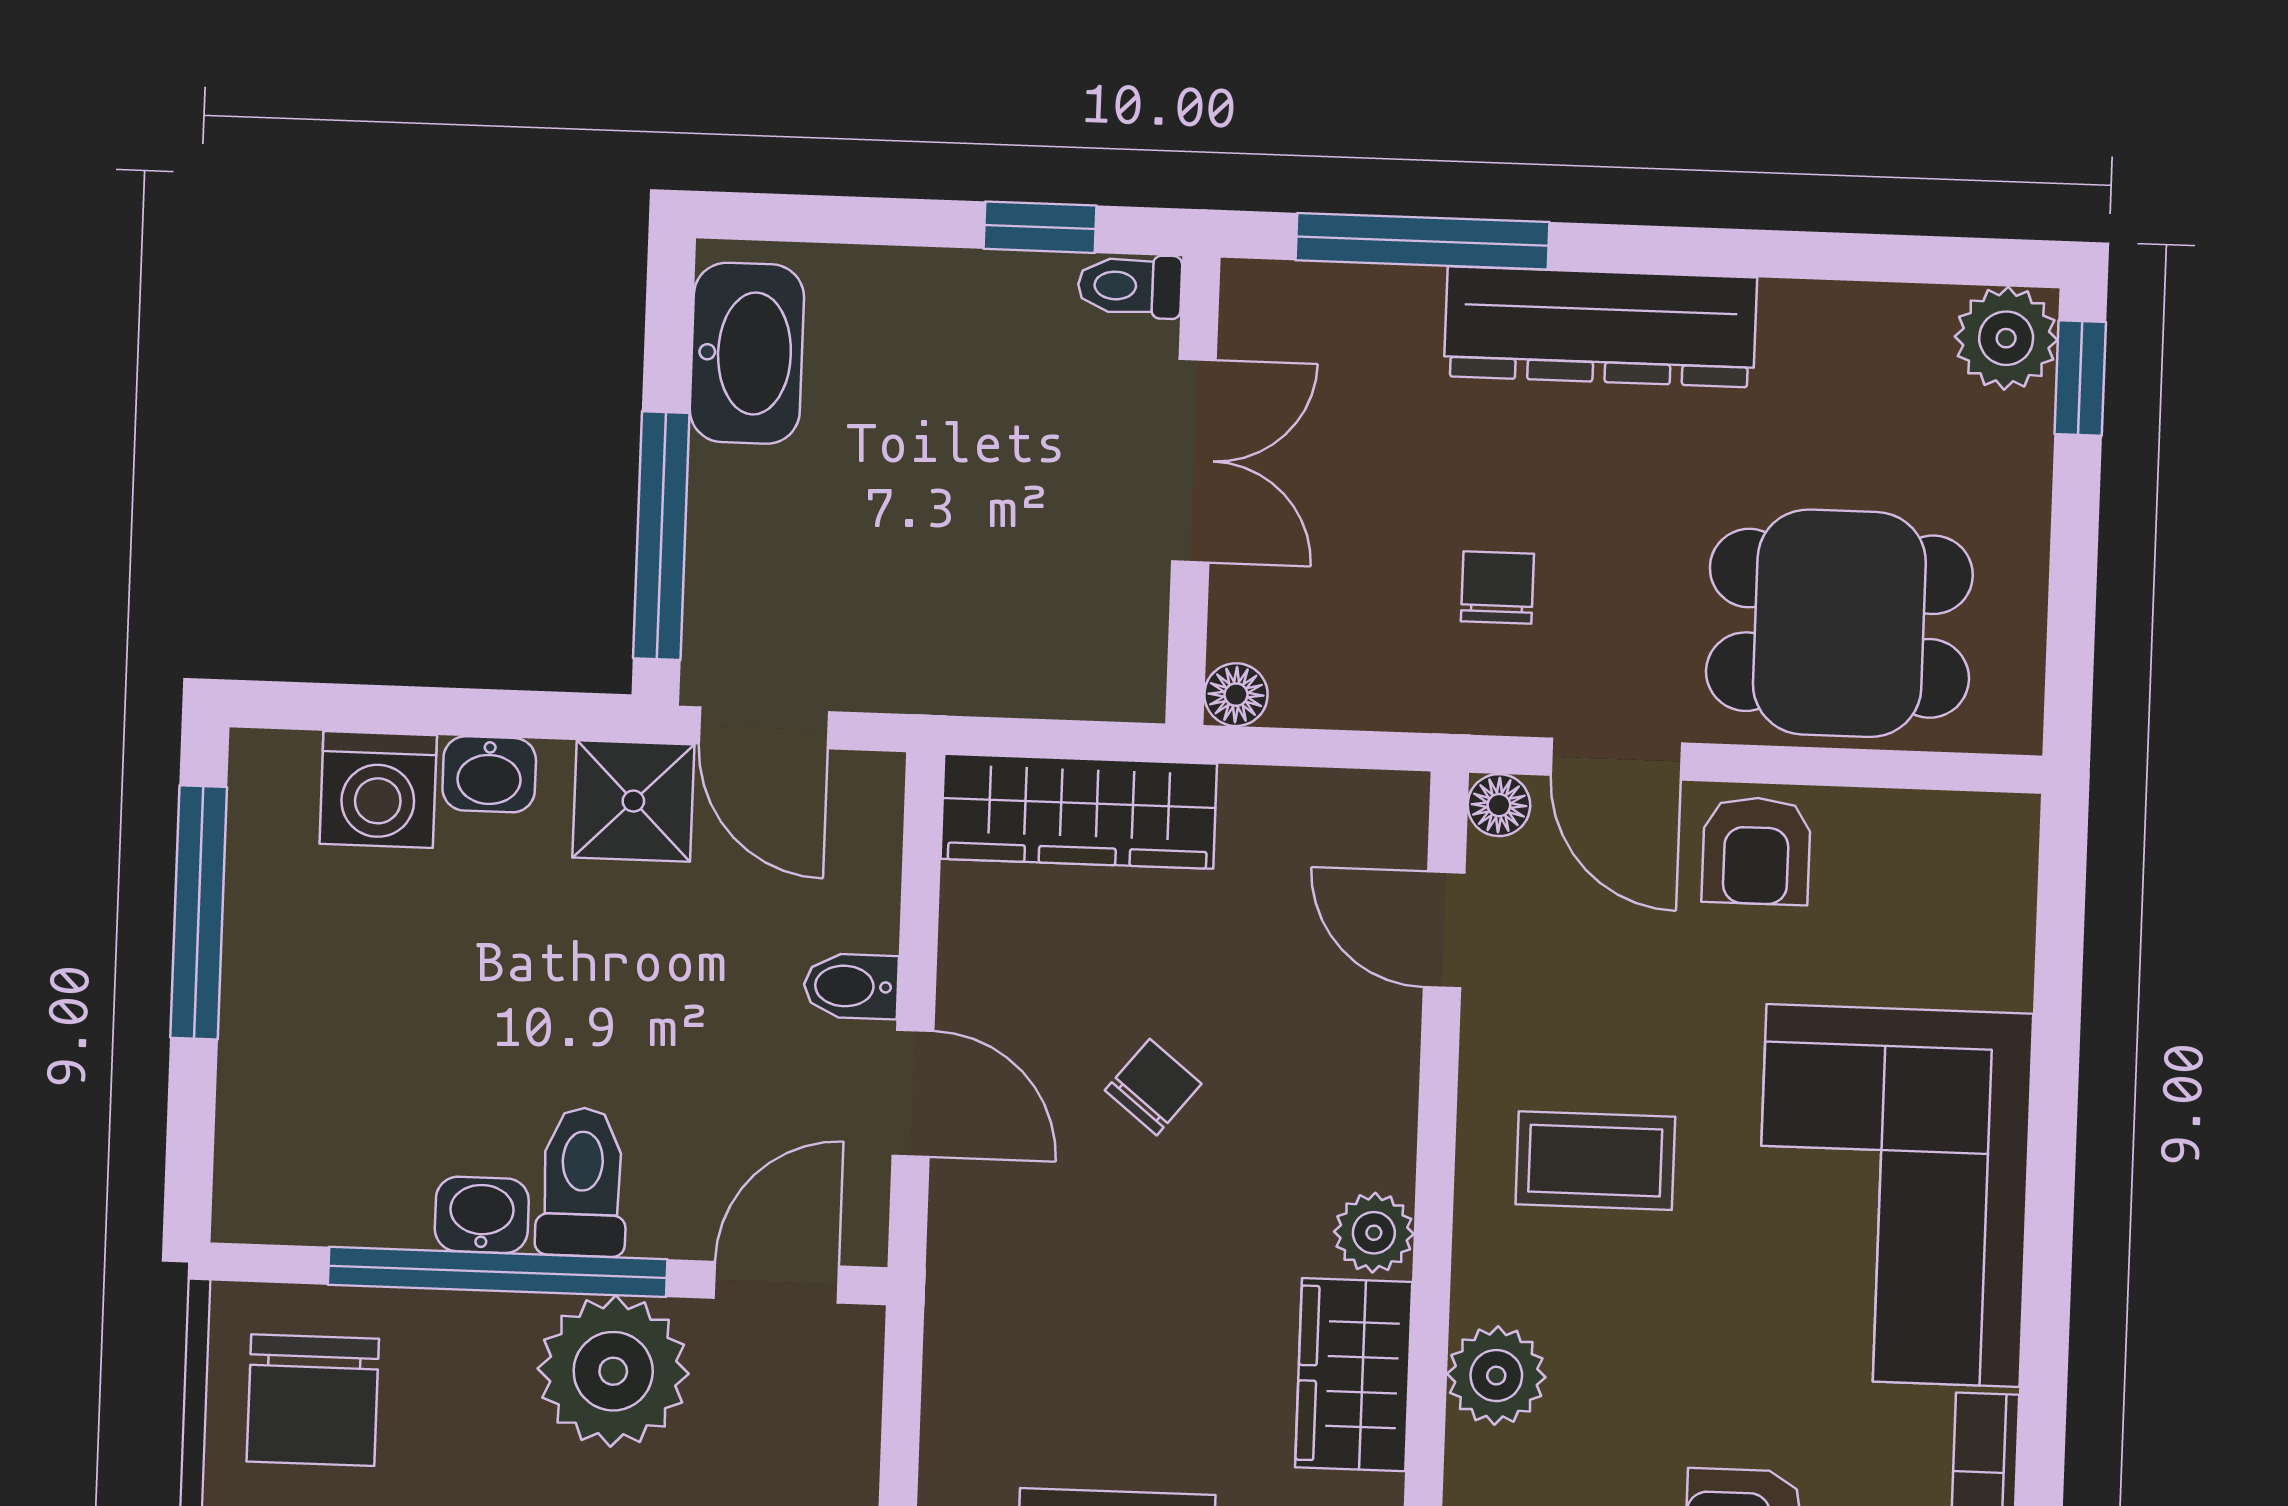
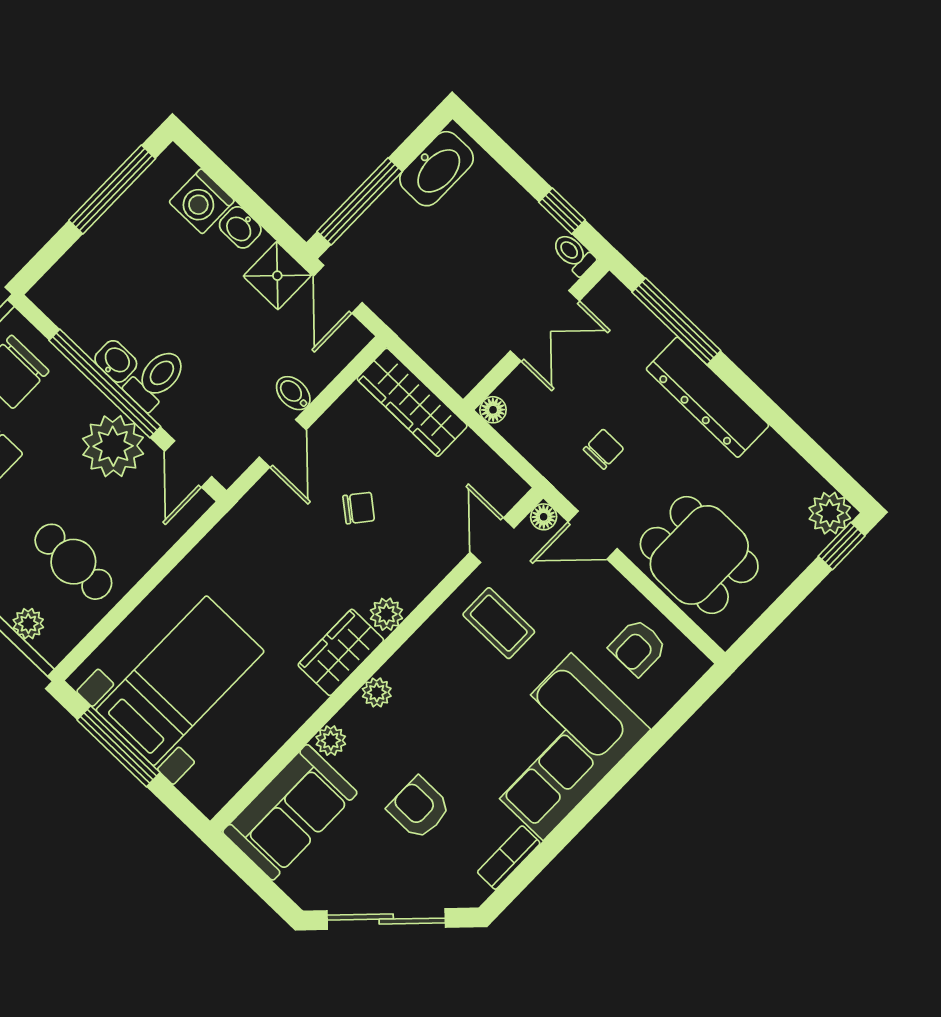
door: (1616, 759) -> (593, 535), hinge flipped
armchair: (1756, 851) -> (638, 647), moved
coffee table: (1595, 1161) -> (499, 623), moved
door: (776, 1282) -> (188, 464), swing flipped
plant: (1496, 1376) -> (377, 692), width x0.73, depth x0.73

